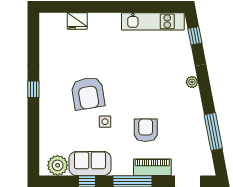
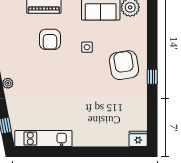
fridge: (77, 21) -> (138, 139), moved
armchair: (88, 93) -> (124, 65), moved

